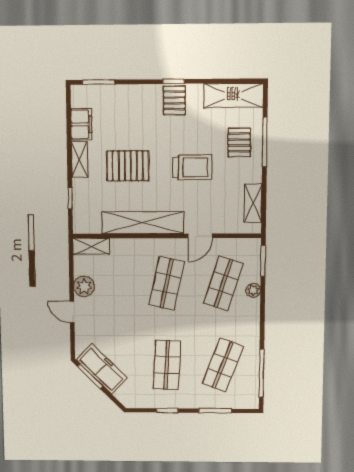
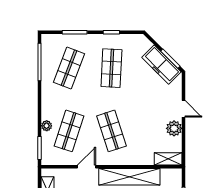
shop shelf: (167, 283) -> (111, 131), turned -30

